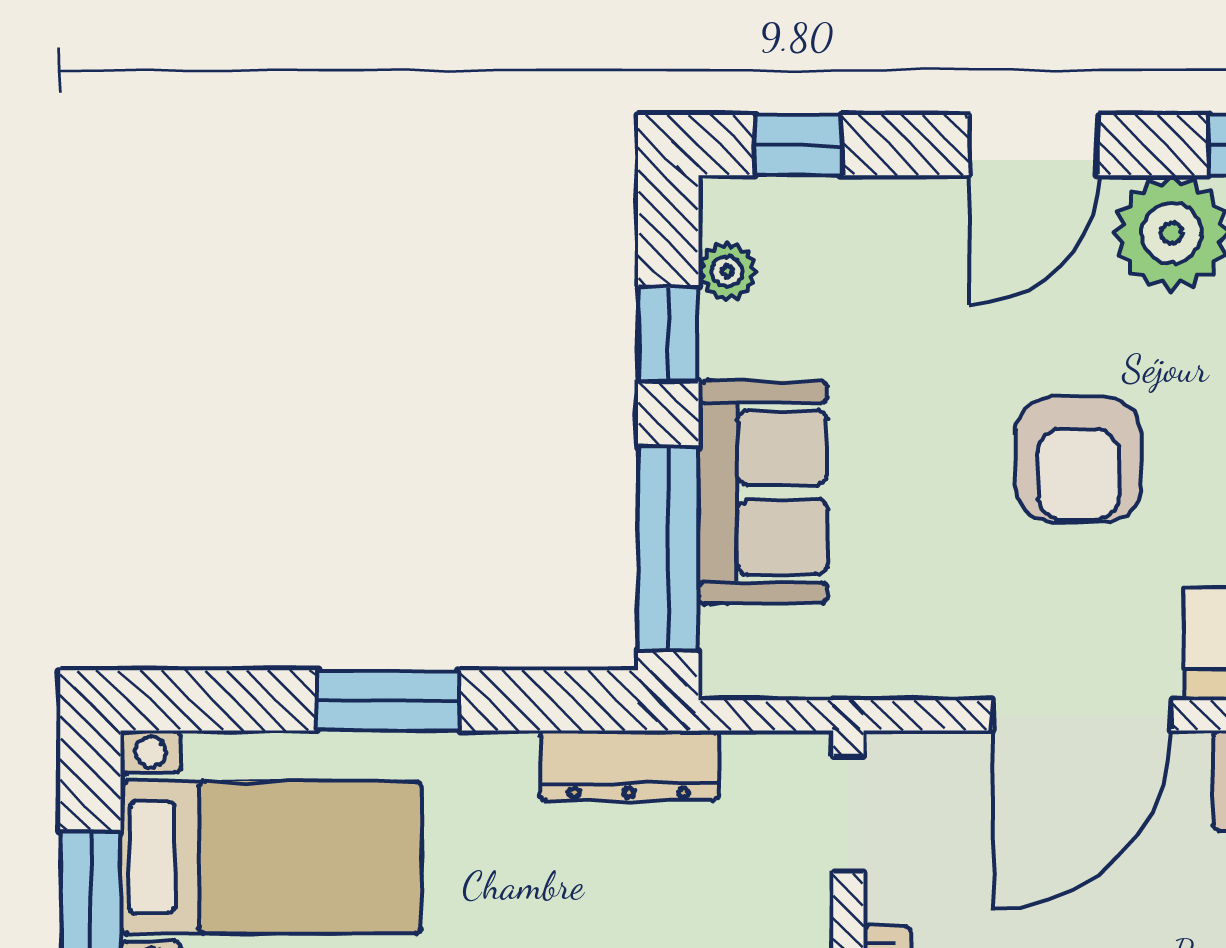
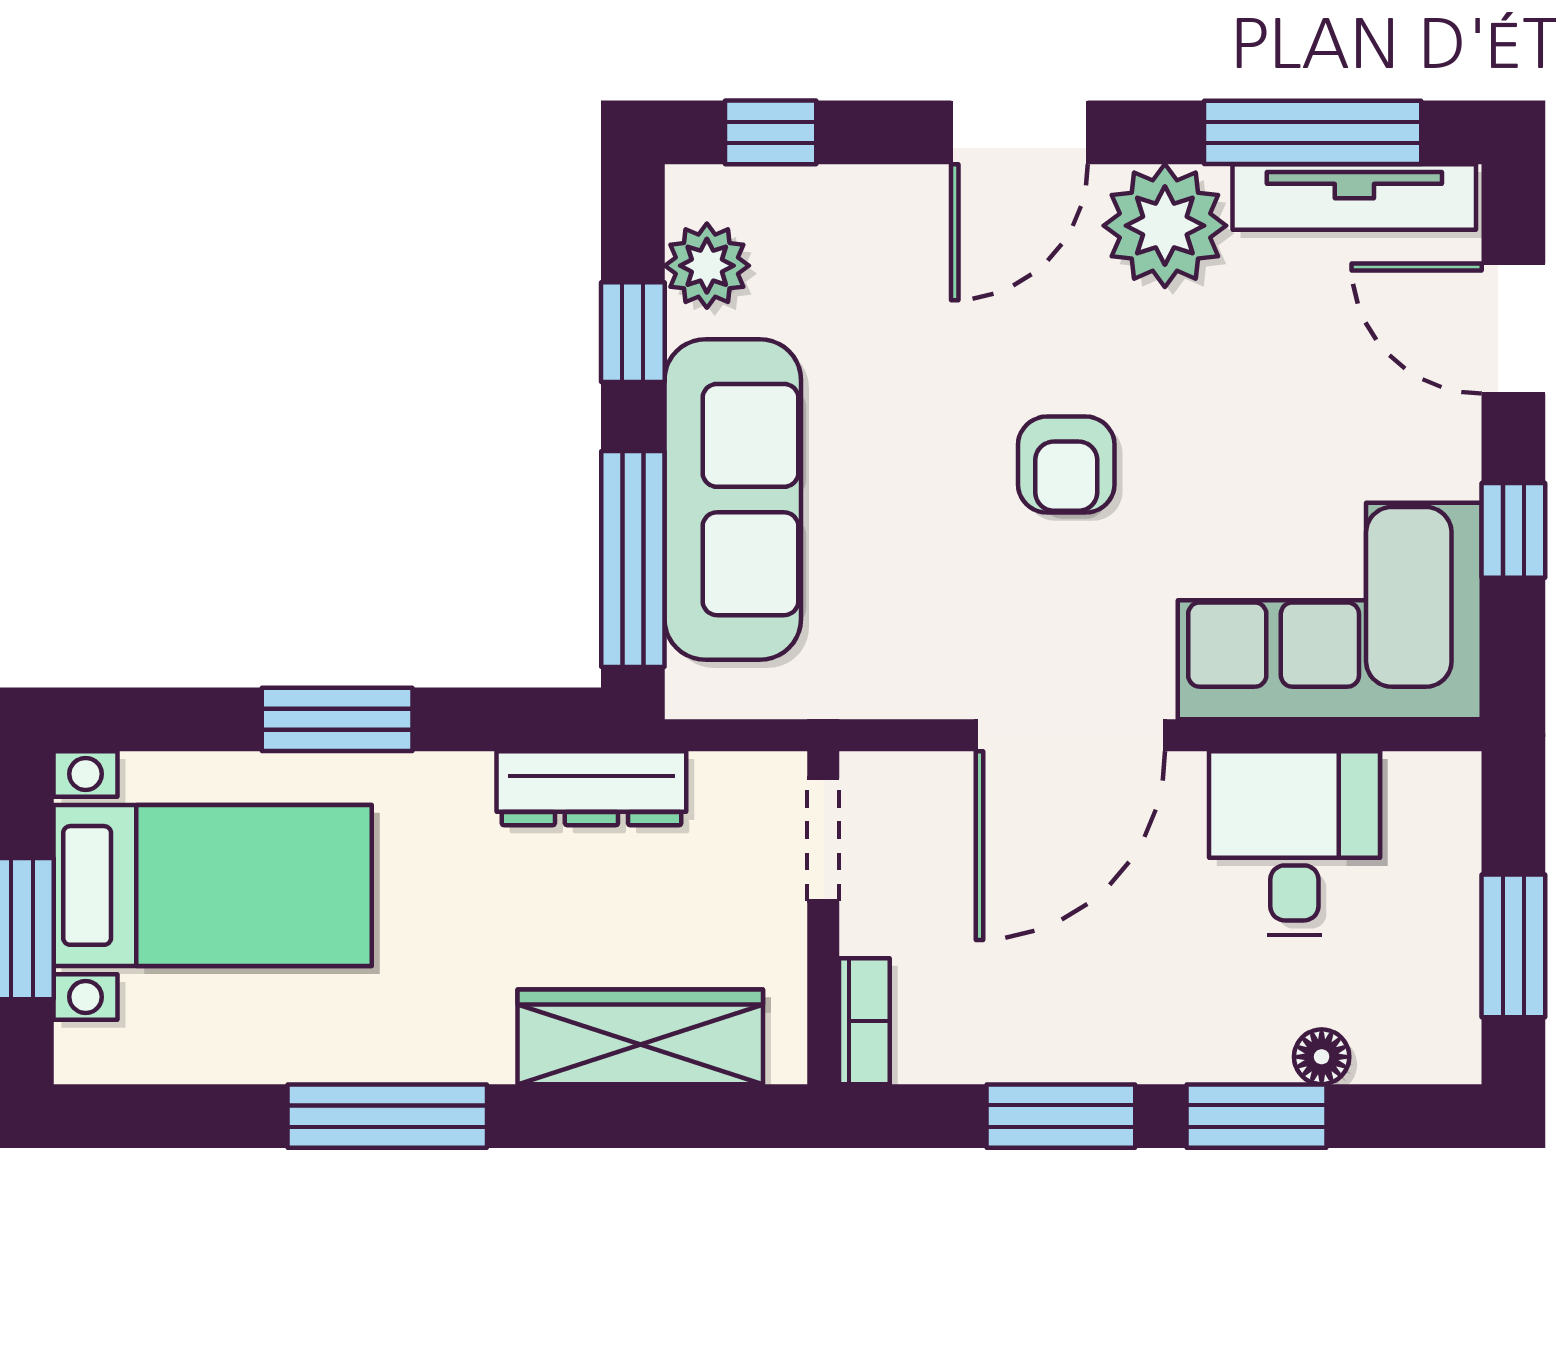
plant: (727, 271) -> (707, 266), width x1.38, depth x1.38
armchair: (1078, 459) -> (1066, 465), width x0.72, depth x0.72
sofa: (763, 492) -> (733, 500), width x1.36

